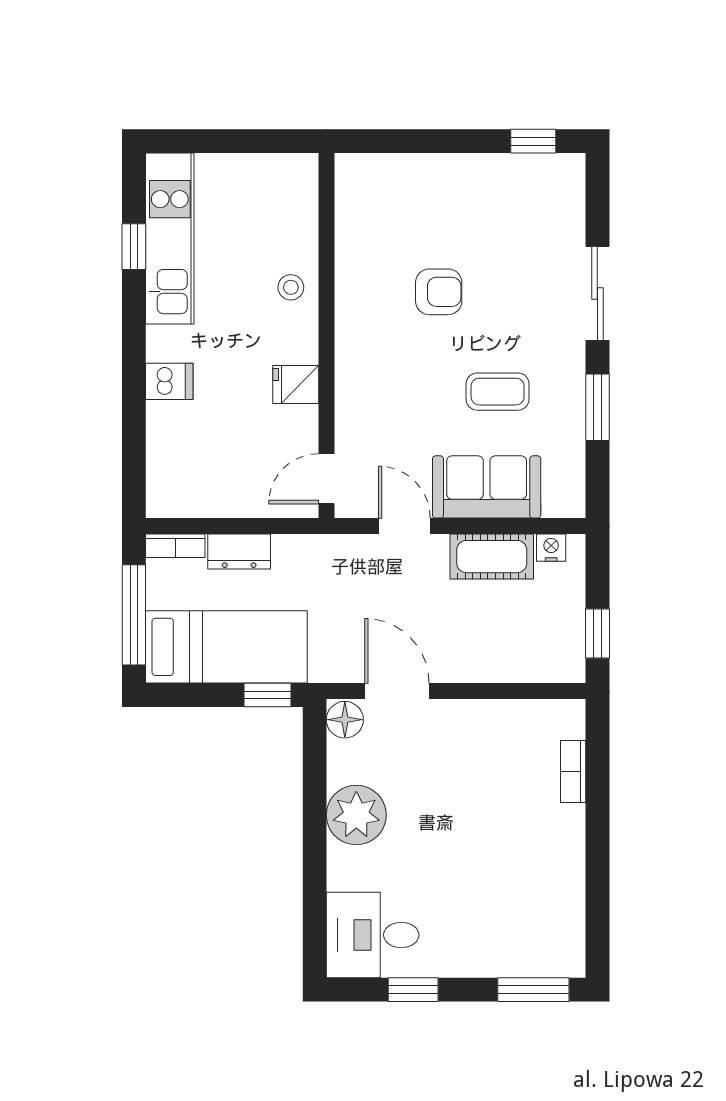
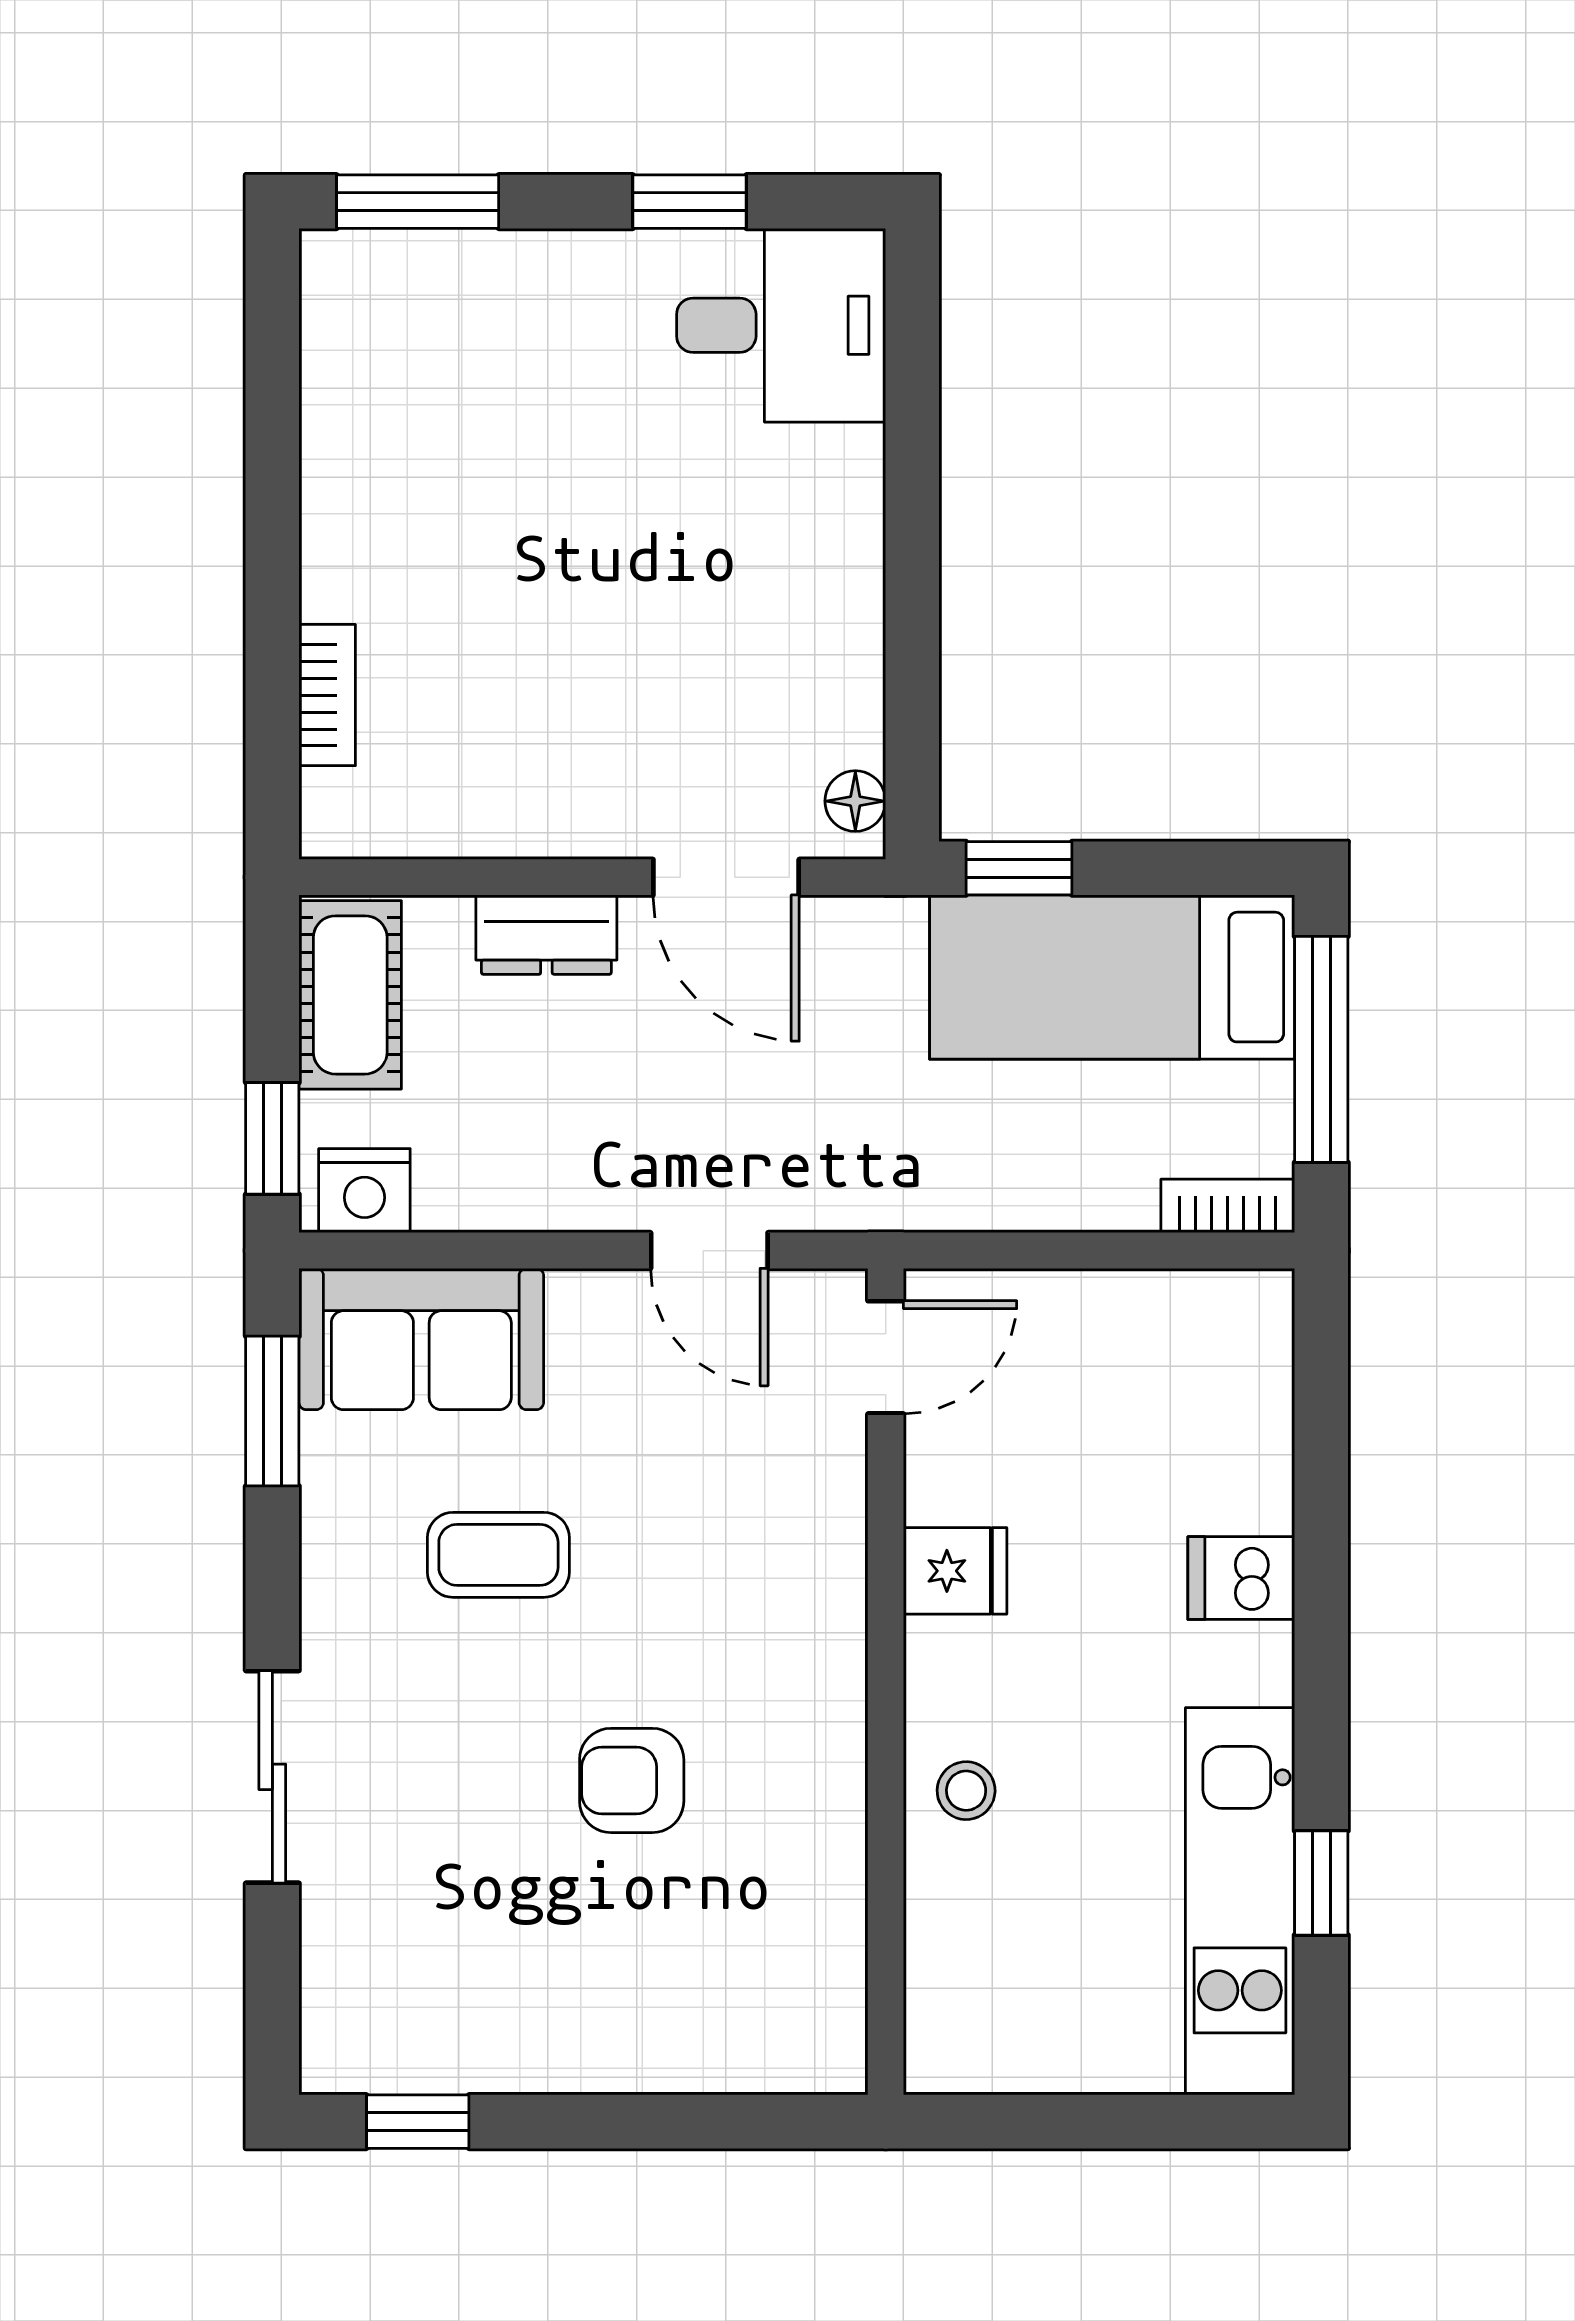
window: (597, 407) -> (272, 1411), moved
sofa: (487, 487) -> (421, 1339), moved
nightstand: (551, 548) -> (364, 1191), width x1.39, depth x1.35
dresser: (239, 551) -> (546, 935), moved, turned 180
cot: (492, 557) -> (350, 995), moved, turned 90
window: (597, 633) -> (272, 1138), moved
floor lamp: (345, 720) -> (855, 801), width x0.73, depth x0.73
plant: (356, 815) -> (818, 597), removed

